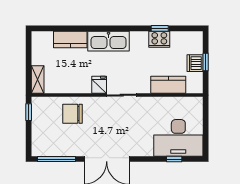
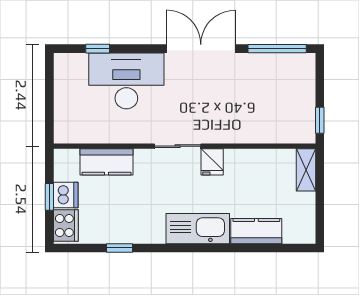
cooker: (159, 39) -> (66, 226), moved, turned 90
chair: (73, 114) -> (253, 118), removed
desk: (178, 138) -> (126, 81), moved

